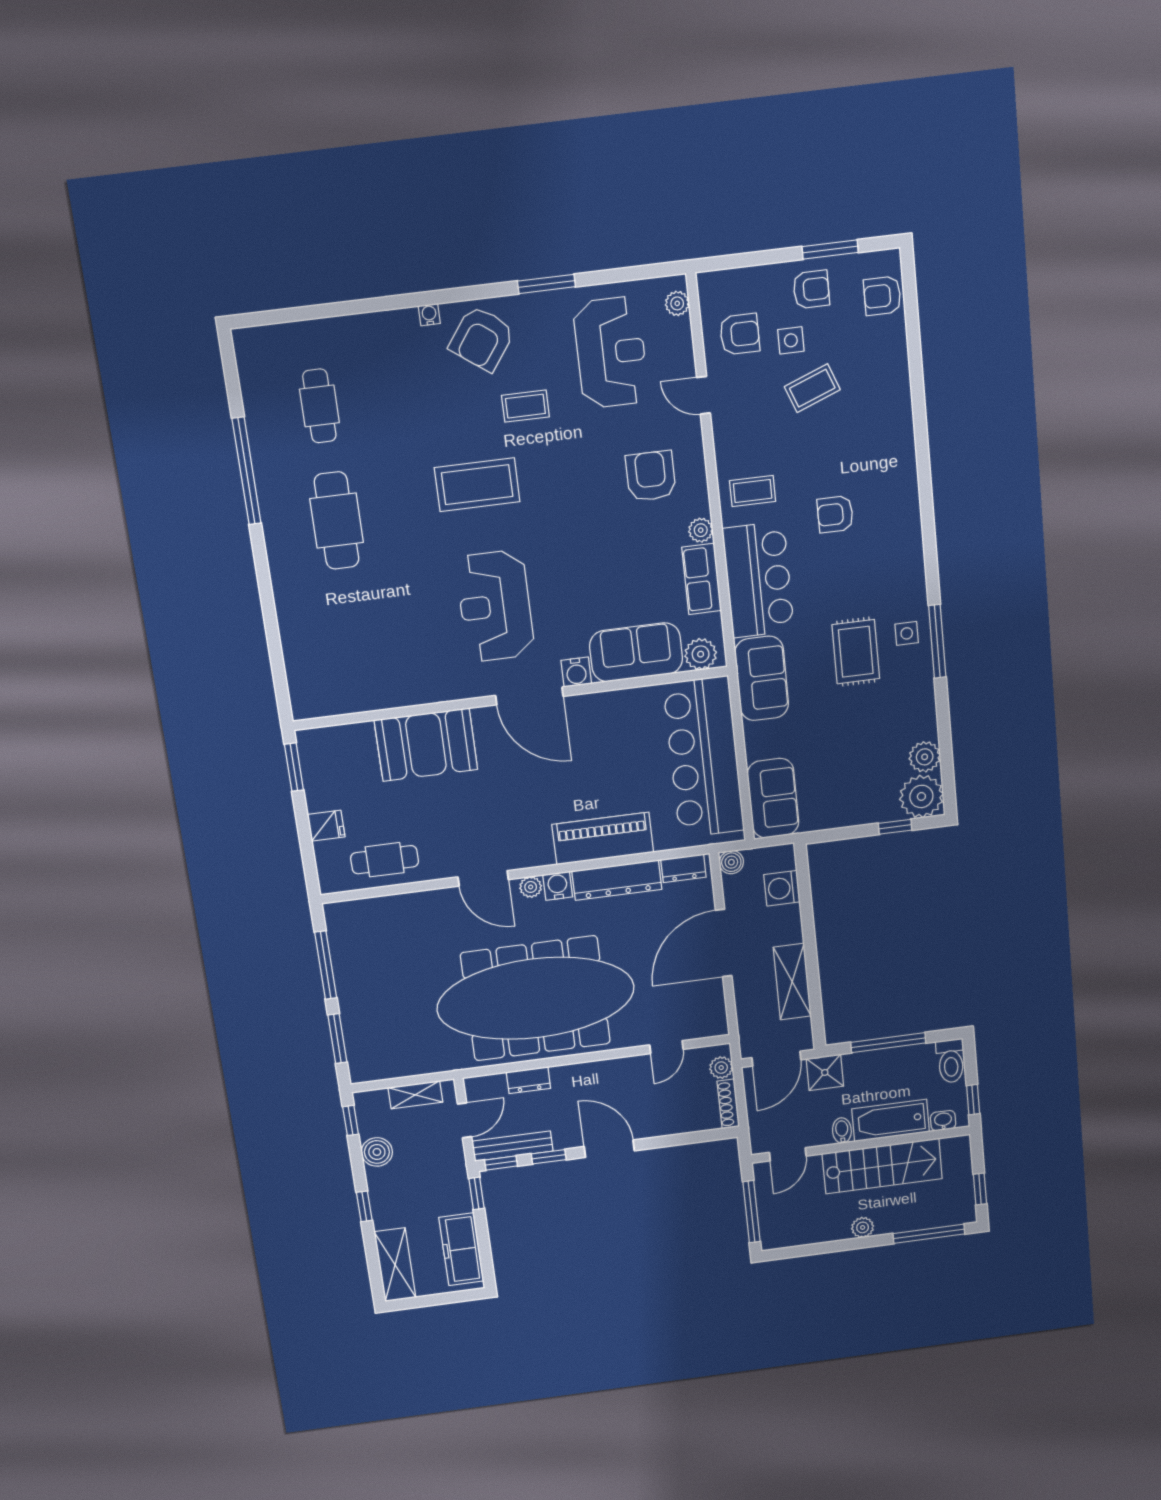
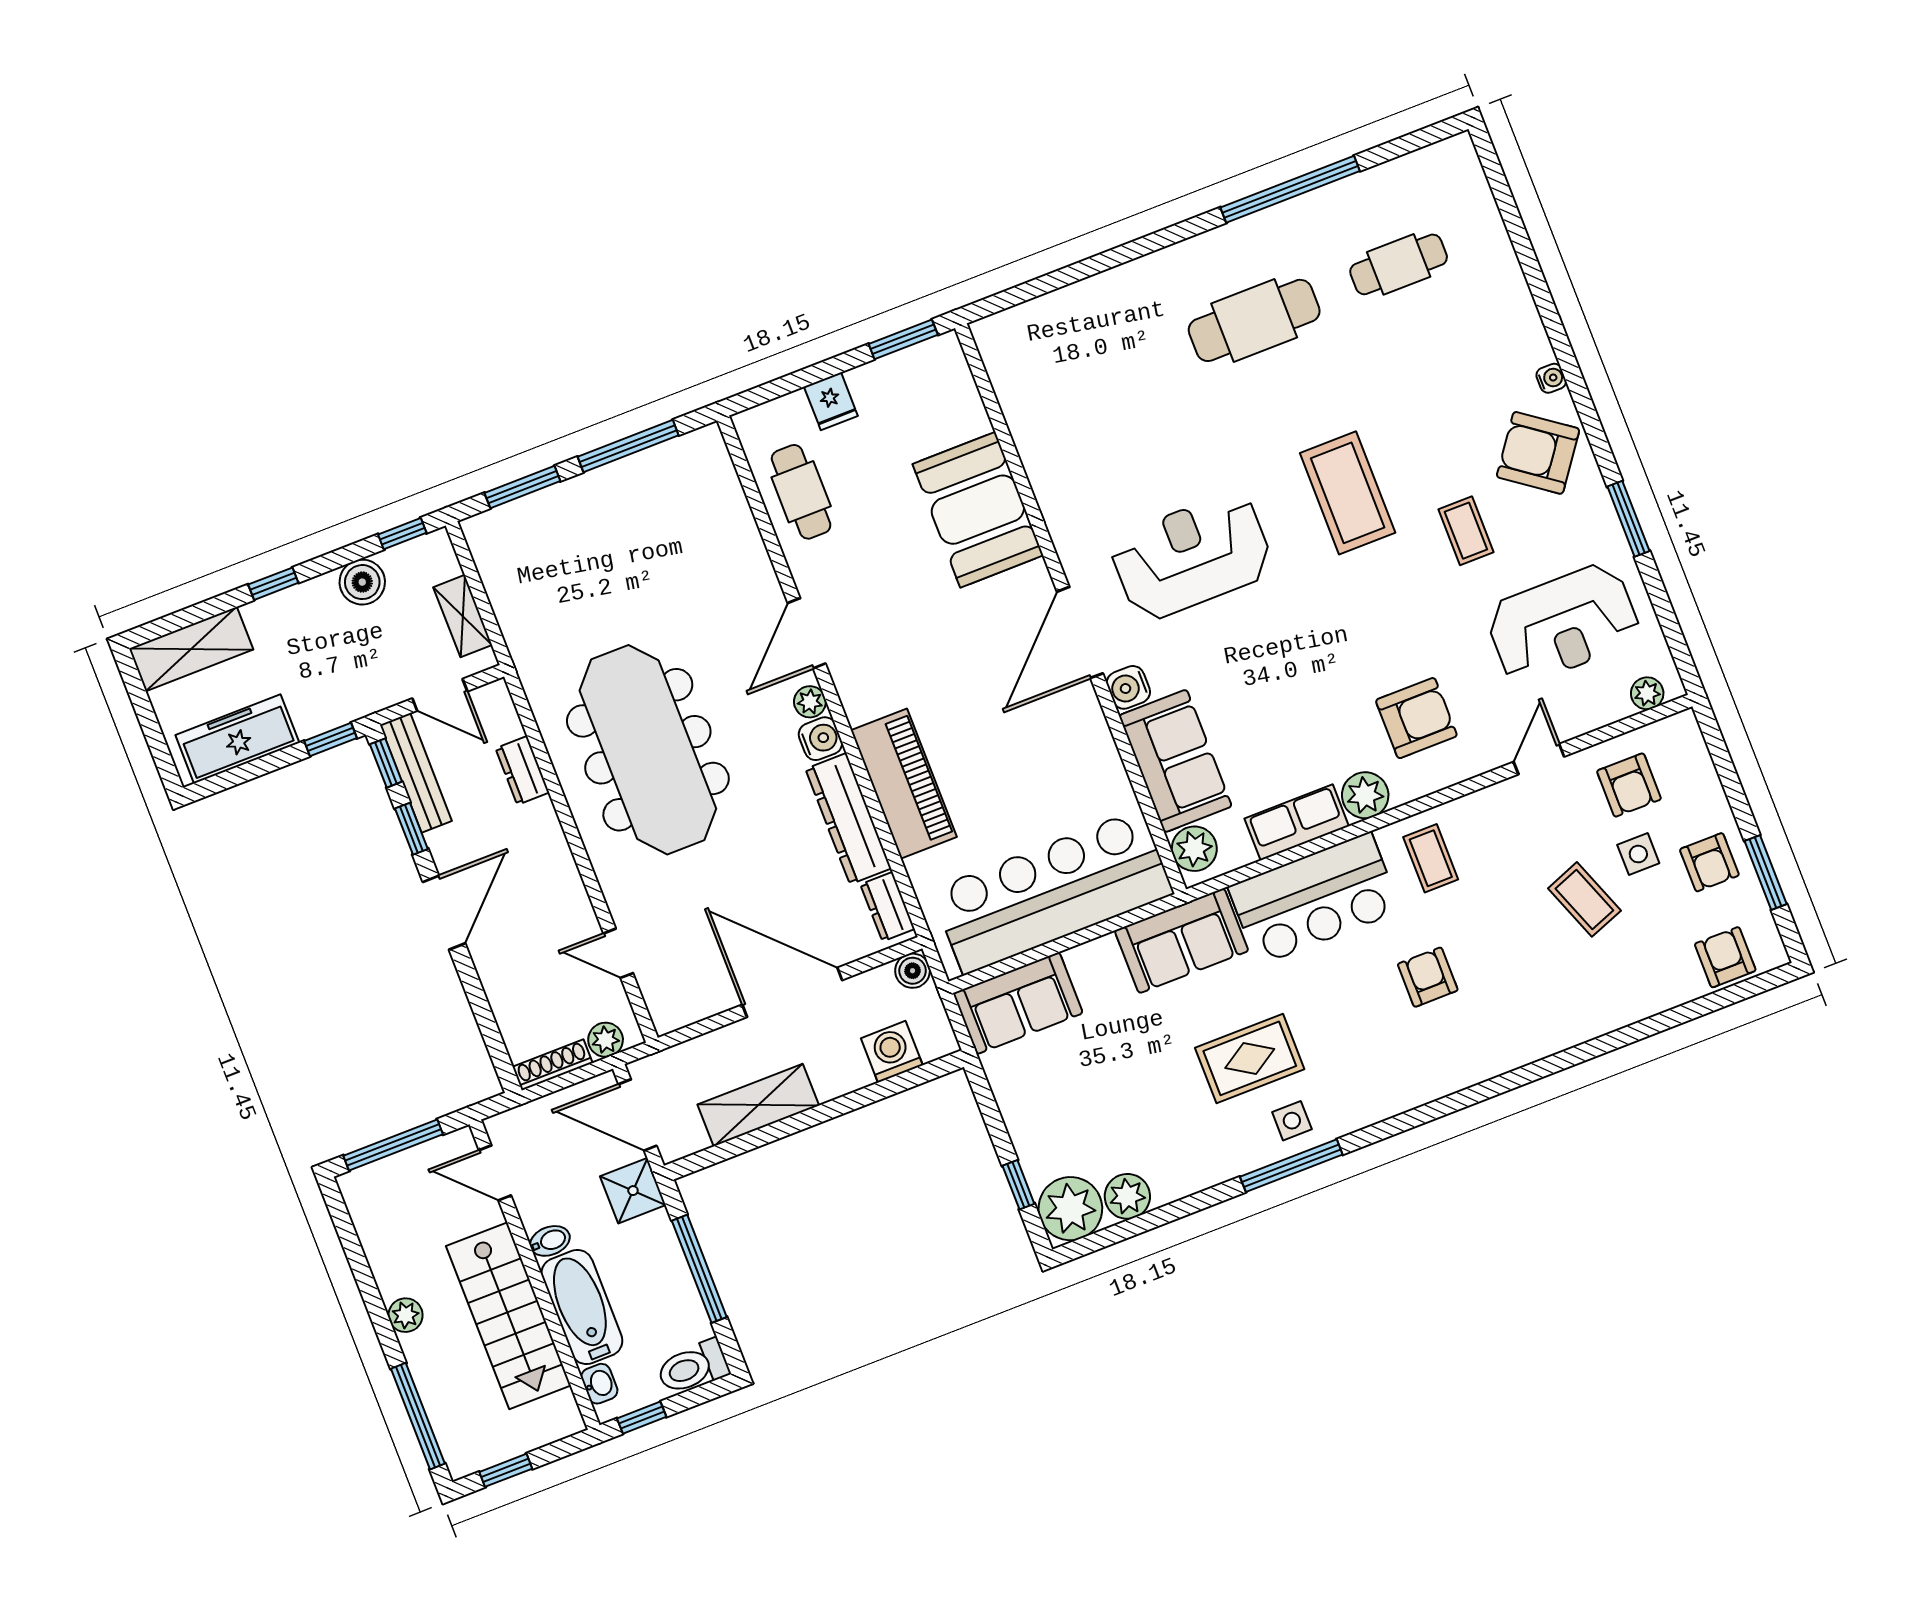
plant: (701, 530) -> (1365, 795), width x1.38, depth x1.38
meeting table: (536, 998) -> (648, 750), width x0.73, depth x0.79

